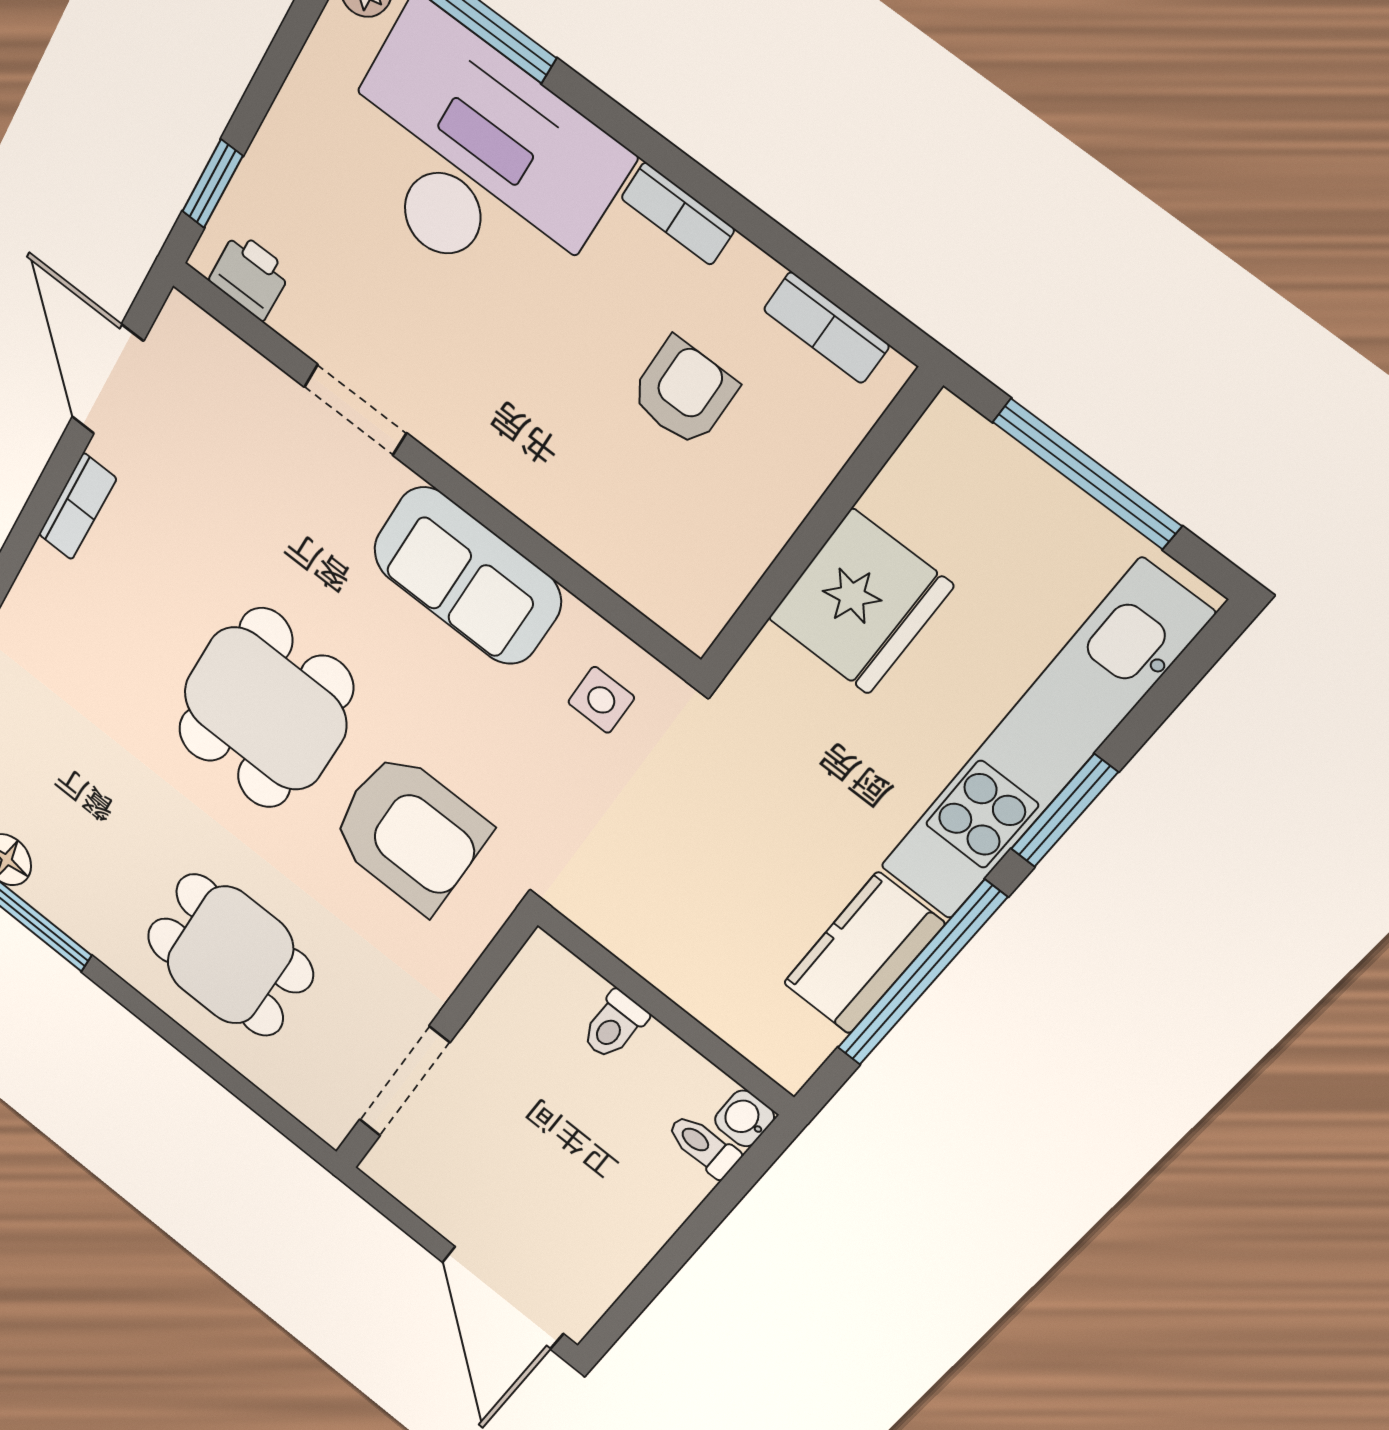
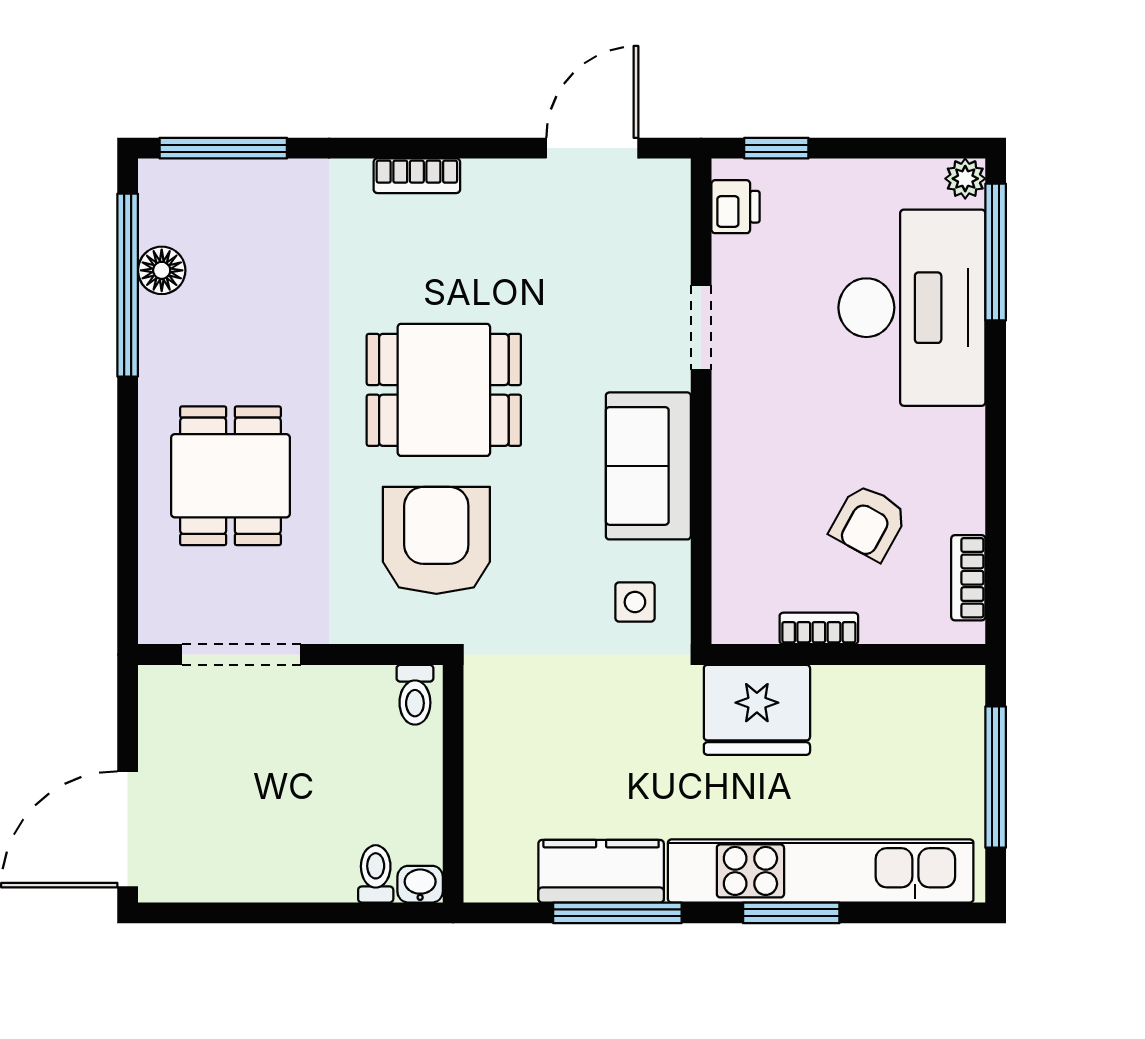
bookcase: (678, 214) -> (819, 628), moved, turned 90
armchair: (684, 392) -> (869, 522), turned 119
bookcase: (77, 507) -> (417, 176), moved
fridge: (860, 602) -> (757, 710), moved
armchair: (409, 833) -> (436, 540), turned 180
window: (921, 974) -> (617, 913), width x0.68
toilet: (614, 1025) -> (415, 695), moved, turned -90

